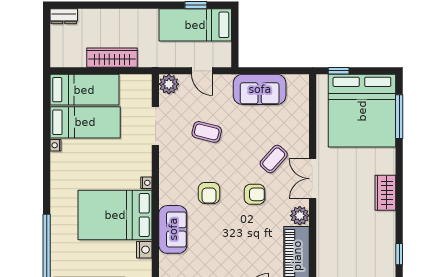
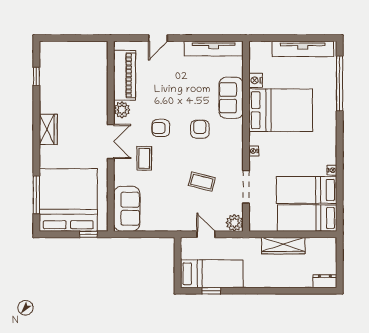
sofa: (260, 89) -> (127, 209), moved, turned 90
coffee table: (274, 159) -> (144, 158), turned -42
nightstand: (146, 183) -> (254, 151), moved

